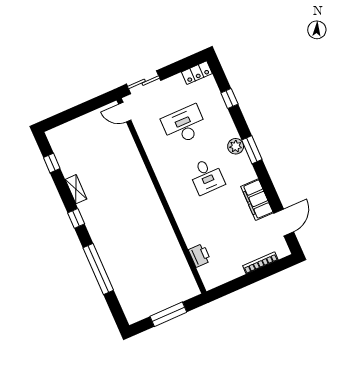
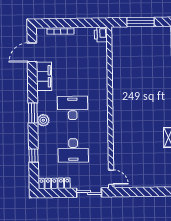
locker: (197, 73) -> (54, 183), width x1.53
desk: (207, 176) -> (73, 108), width x1.37
printer: (200, 255) -> (101, 34), moved

